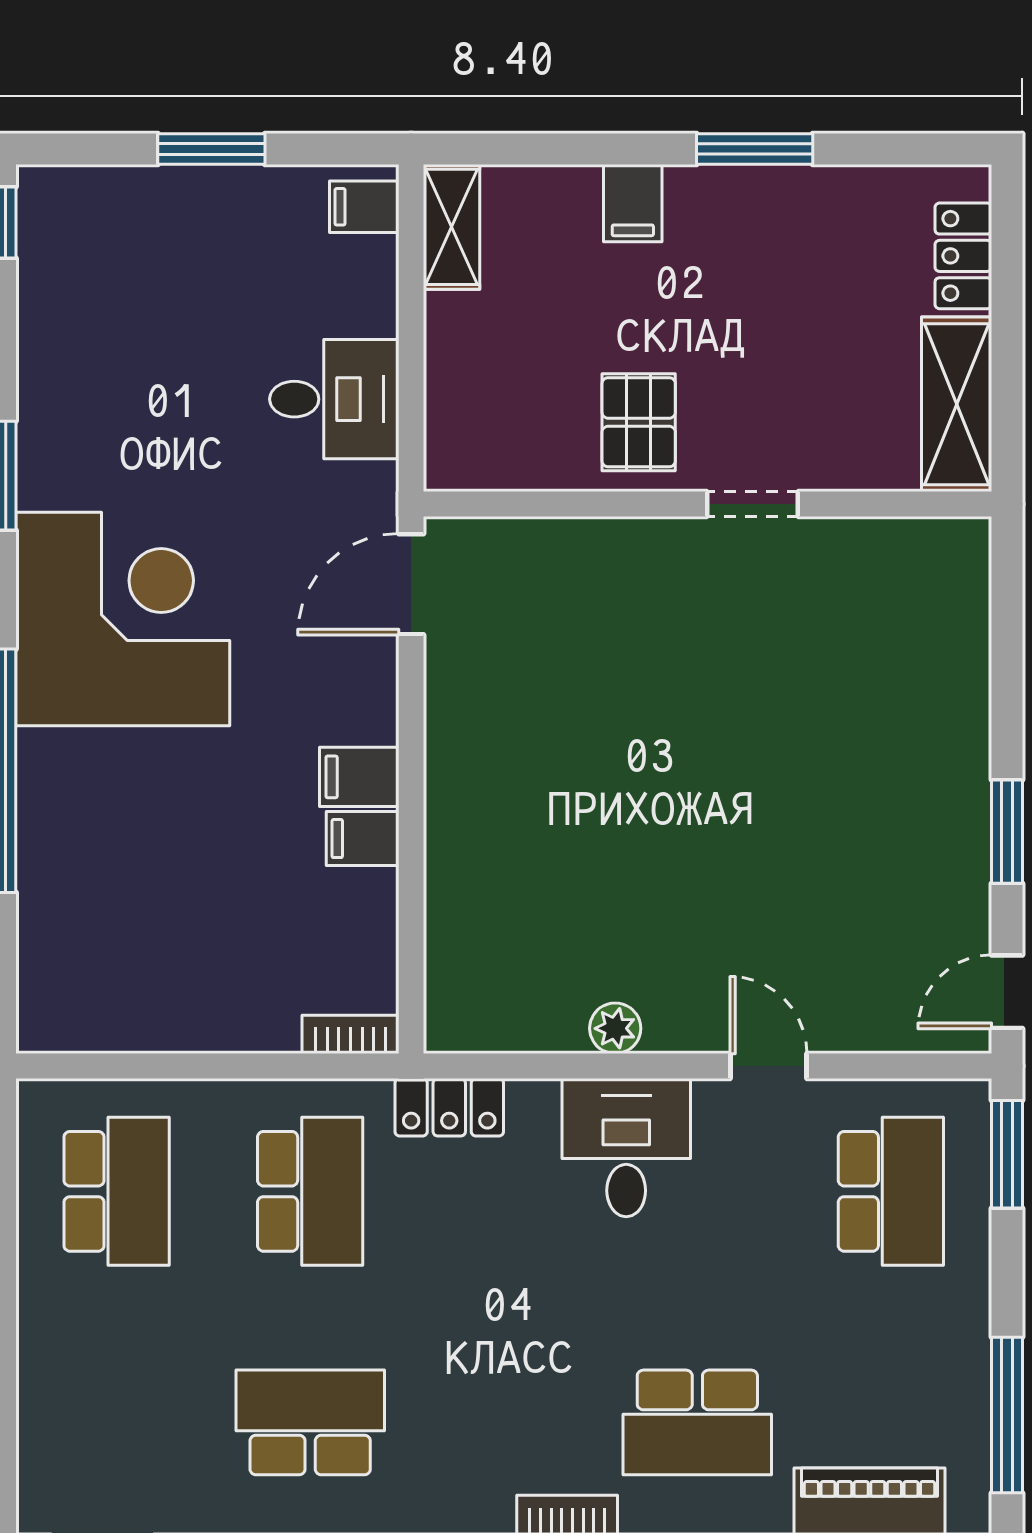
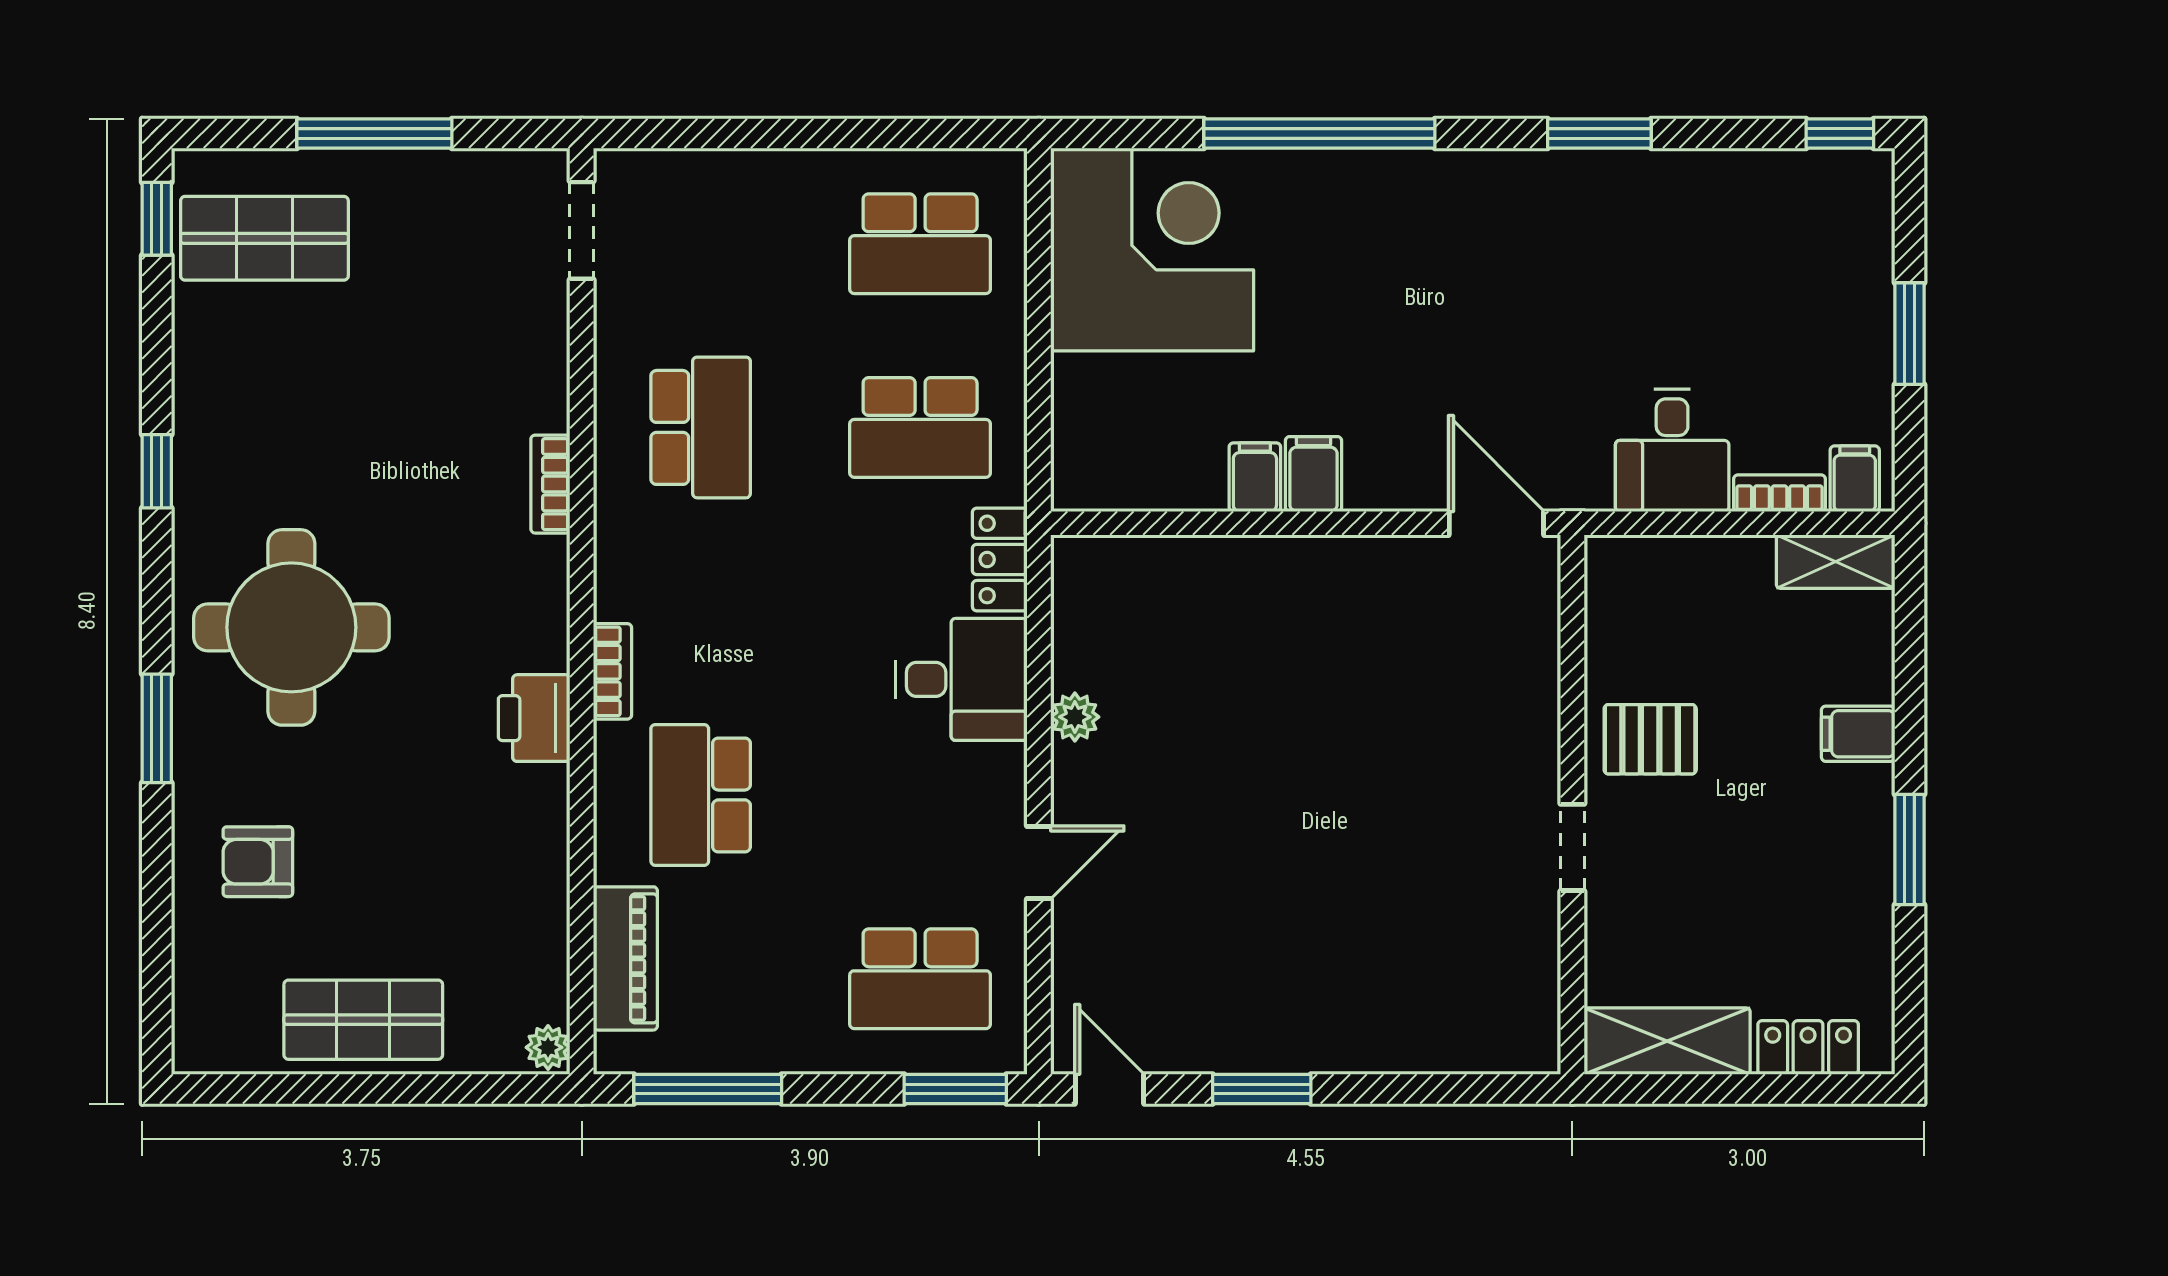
corner desk: (123, 619) -> (1152, 250), moved, turned -90
bookcase: (350, 1034) -> (1779, 493), moved, turned -90
desk: (626, 1148) -> (962, 679), moved

